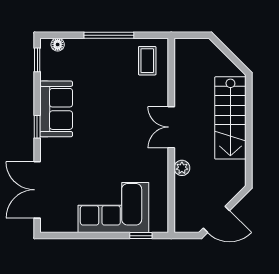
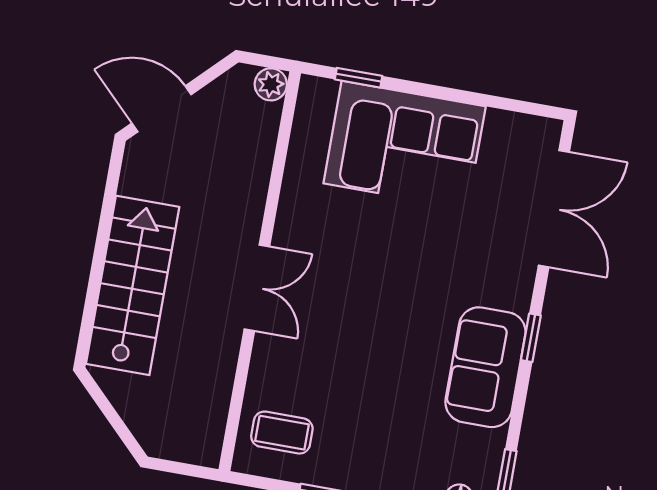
coffee table: (147, 61) -> (282, 433), turned 90
plant: (182, 168) -> (271, 84), moved
door: (216, 219) -> (161, 109), moved

